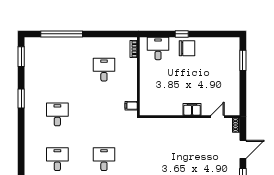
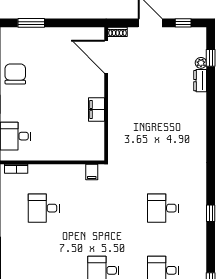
chair: (187, 48) -> (15, 74), moved
filing cabinet: (192, 109) -> (97, 109), moved
door: (218, 117) -> (106, 57), width x1.88

